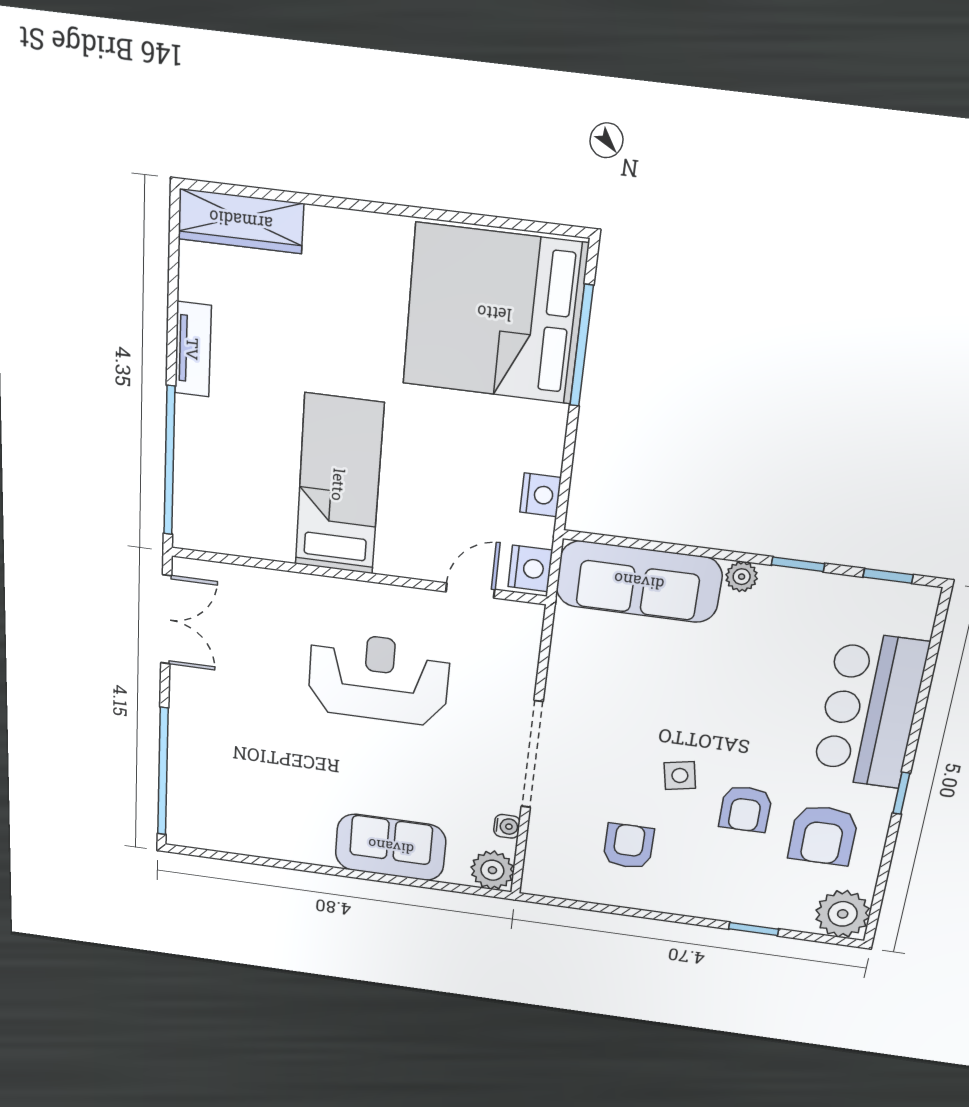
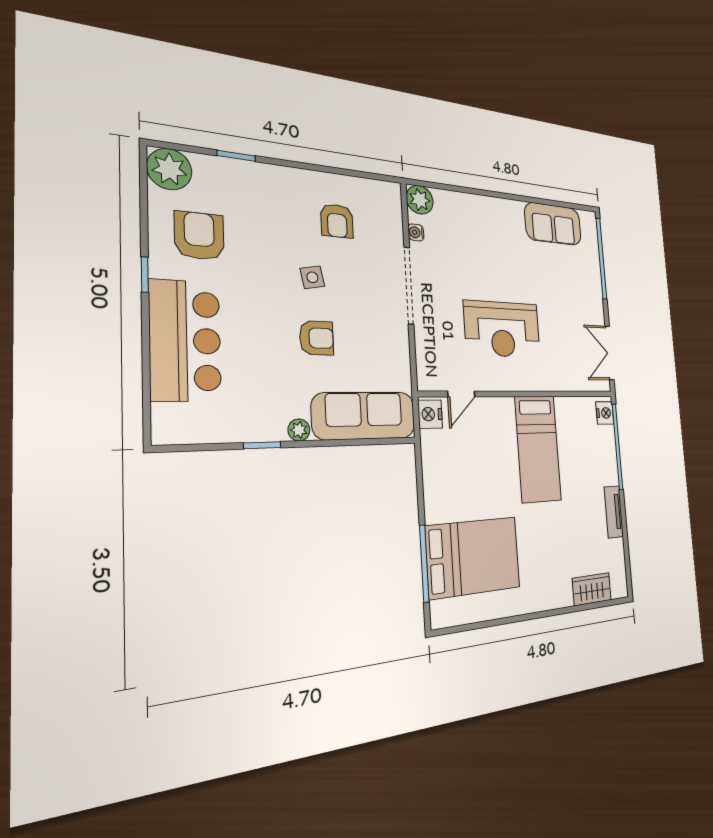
wardrobe: (241, 221) -> (592, 589), width x0.67
bed: (494, 314) -> (473, 557), width x0.73
nightstand: (541, 495) -> (605, 413), moved, turned 180
window: (888, 576) -> (195, 448), removed
armchair: (745, 809) -> (317, 338), moved, turned 90
sofa: (391, 847) -> (553, 224), moved

